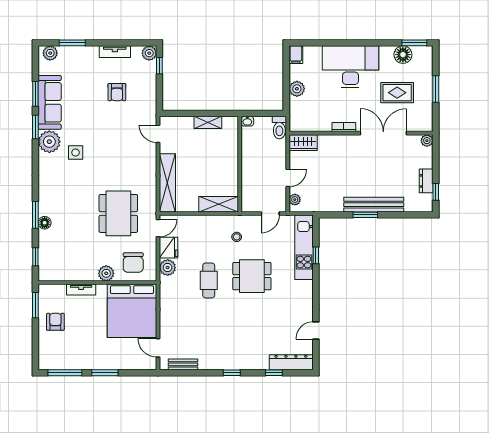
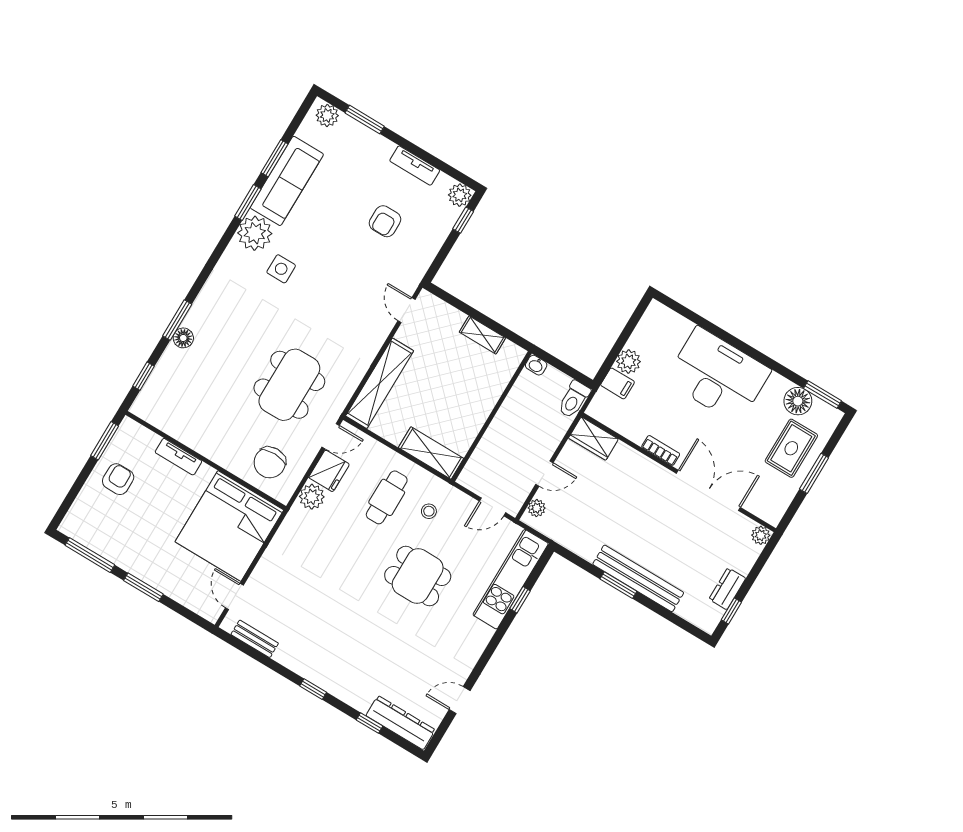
filing cabinet: (296, 55) -> (618, 383), moved, turned -90
rug: (397, 93) -> (791, 448), moved, turned 90
plant: (106, 273) -> (225, 455), removed
cafe table: (209, 280) -> (387, 497), moved

